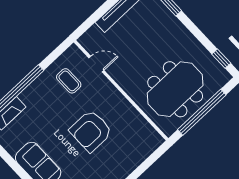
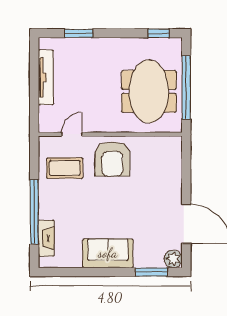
coffee table: (69, 81) -> (65, 168), width x1.36, depth x1.30
armchair: (91, 131) -> (112, 159), moved

